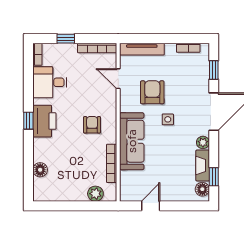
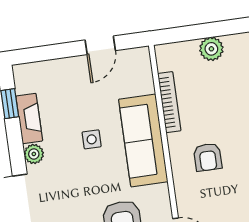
side table: (168, 119) -> (92, 139), moved
floor lamp: (202, 189) -> (25, 82), removed
plant: (95, 194) -> (211, 49), moved

